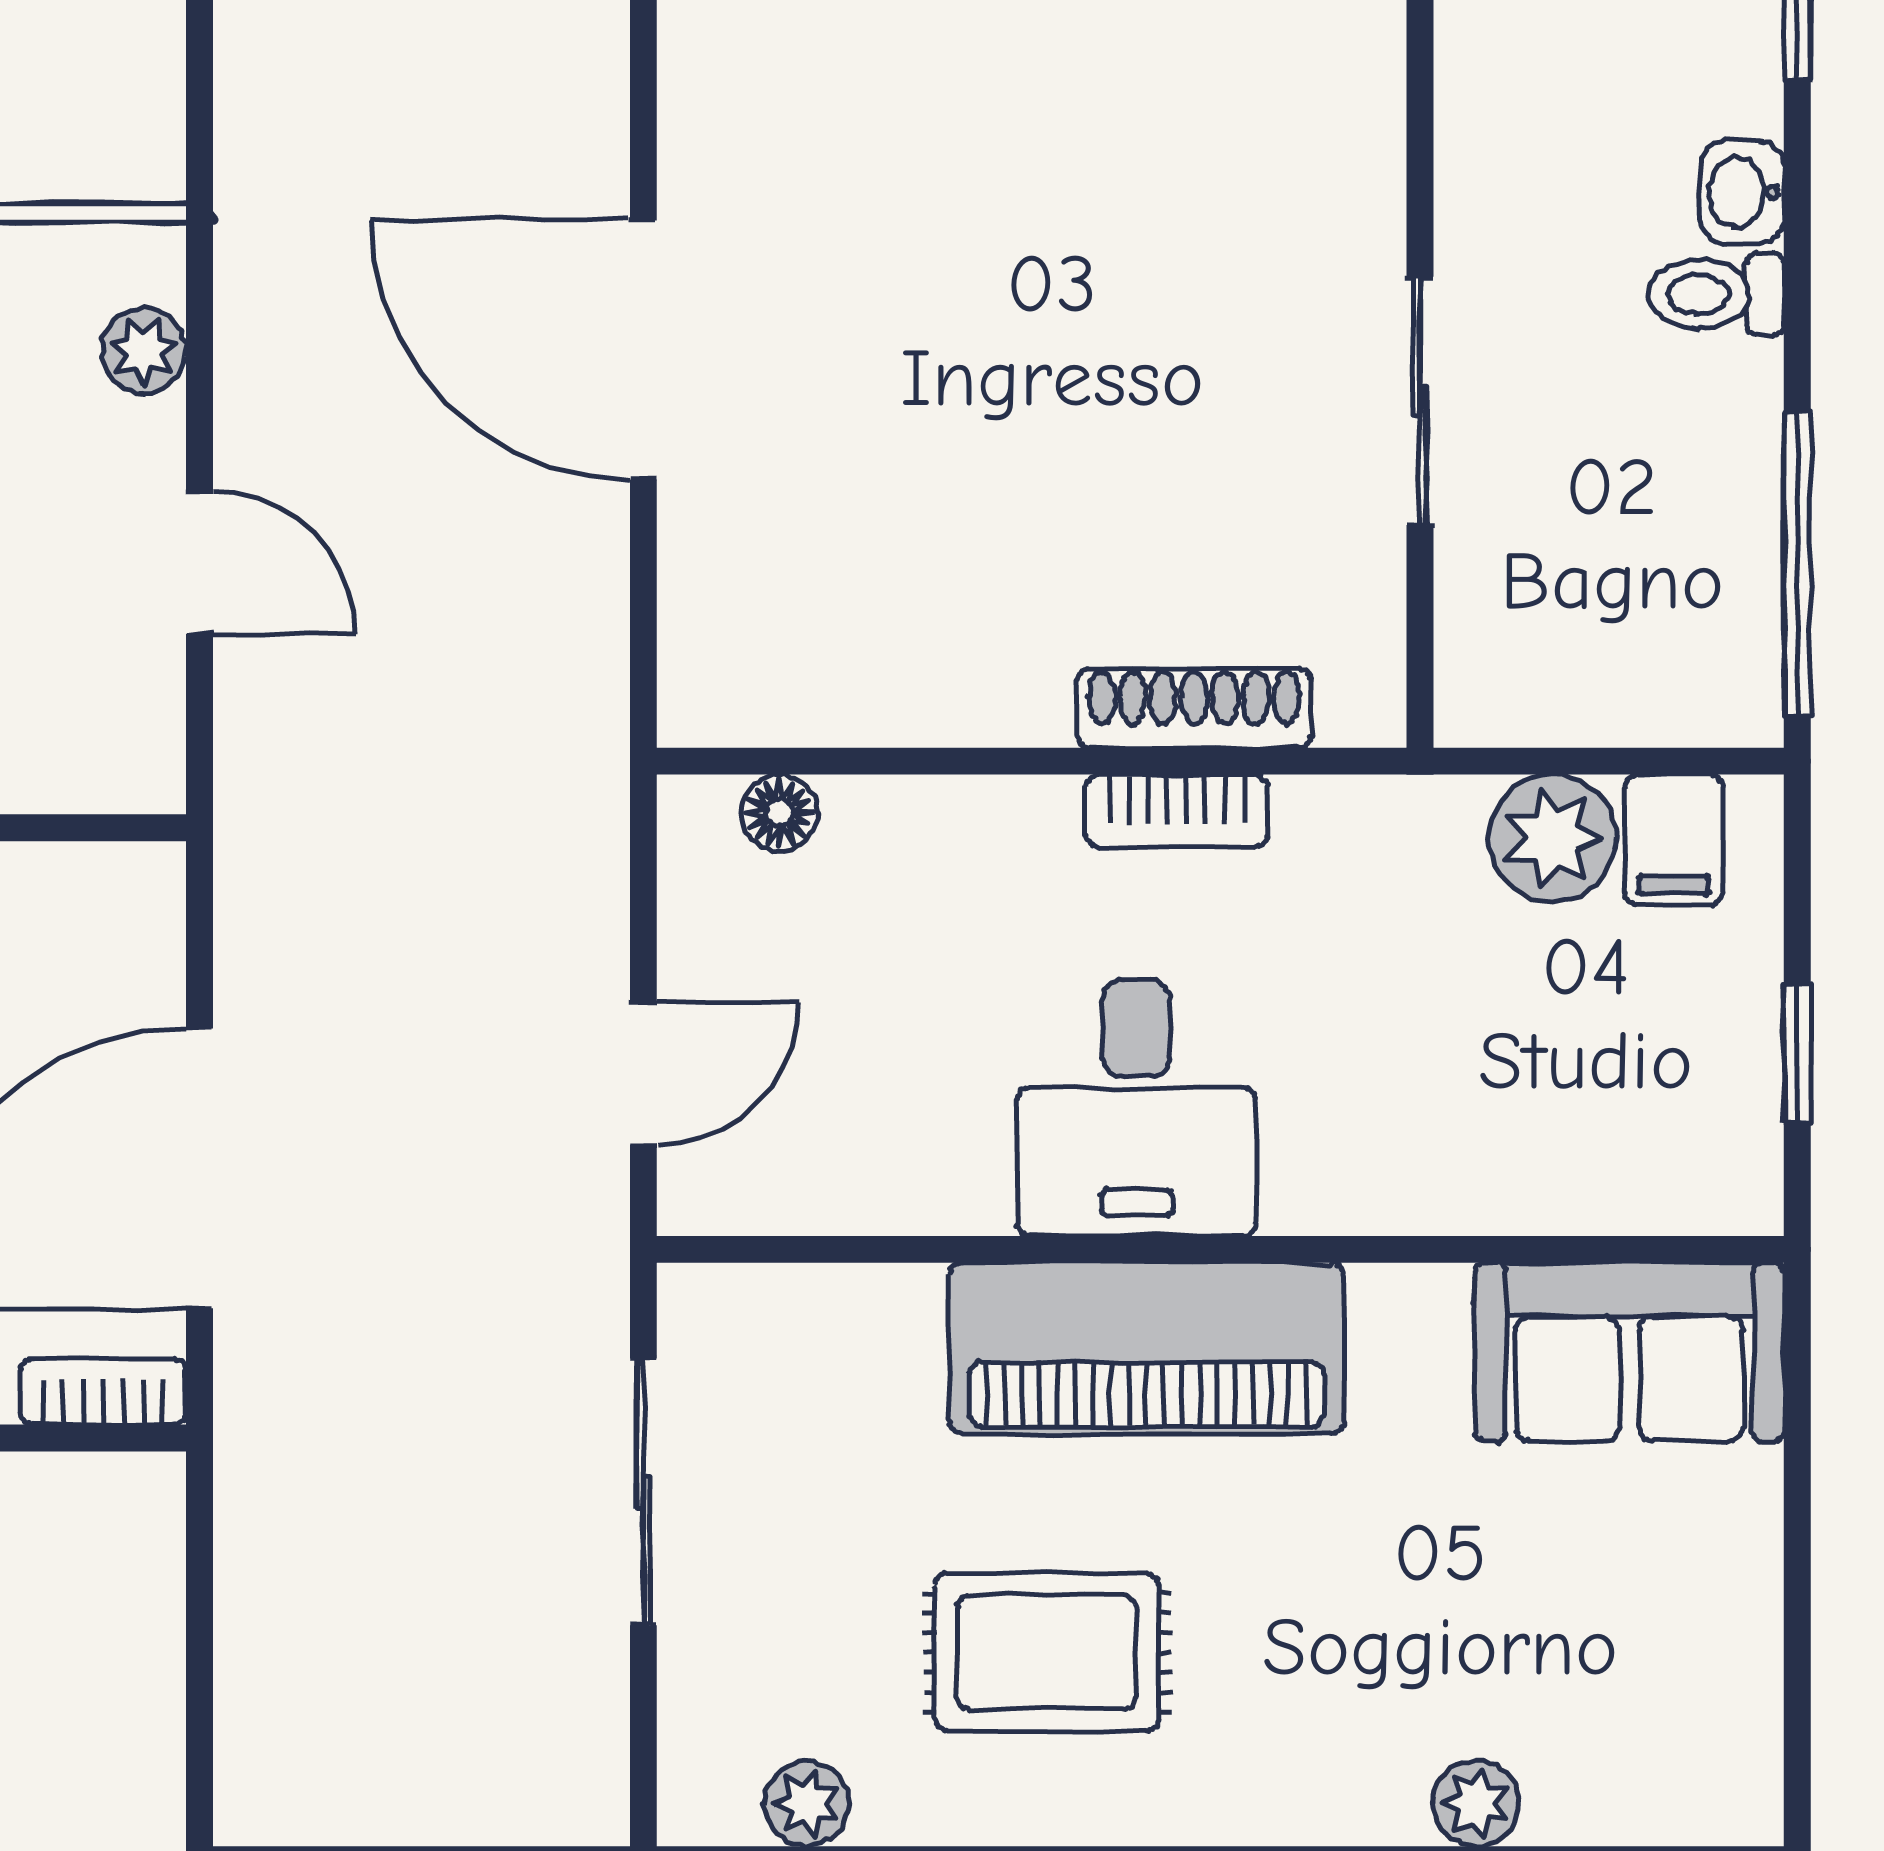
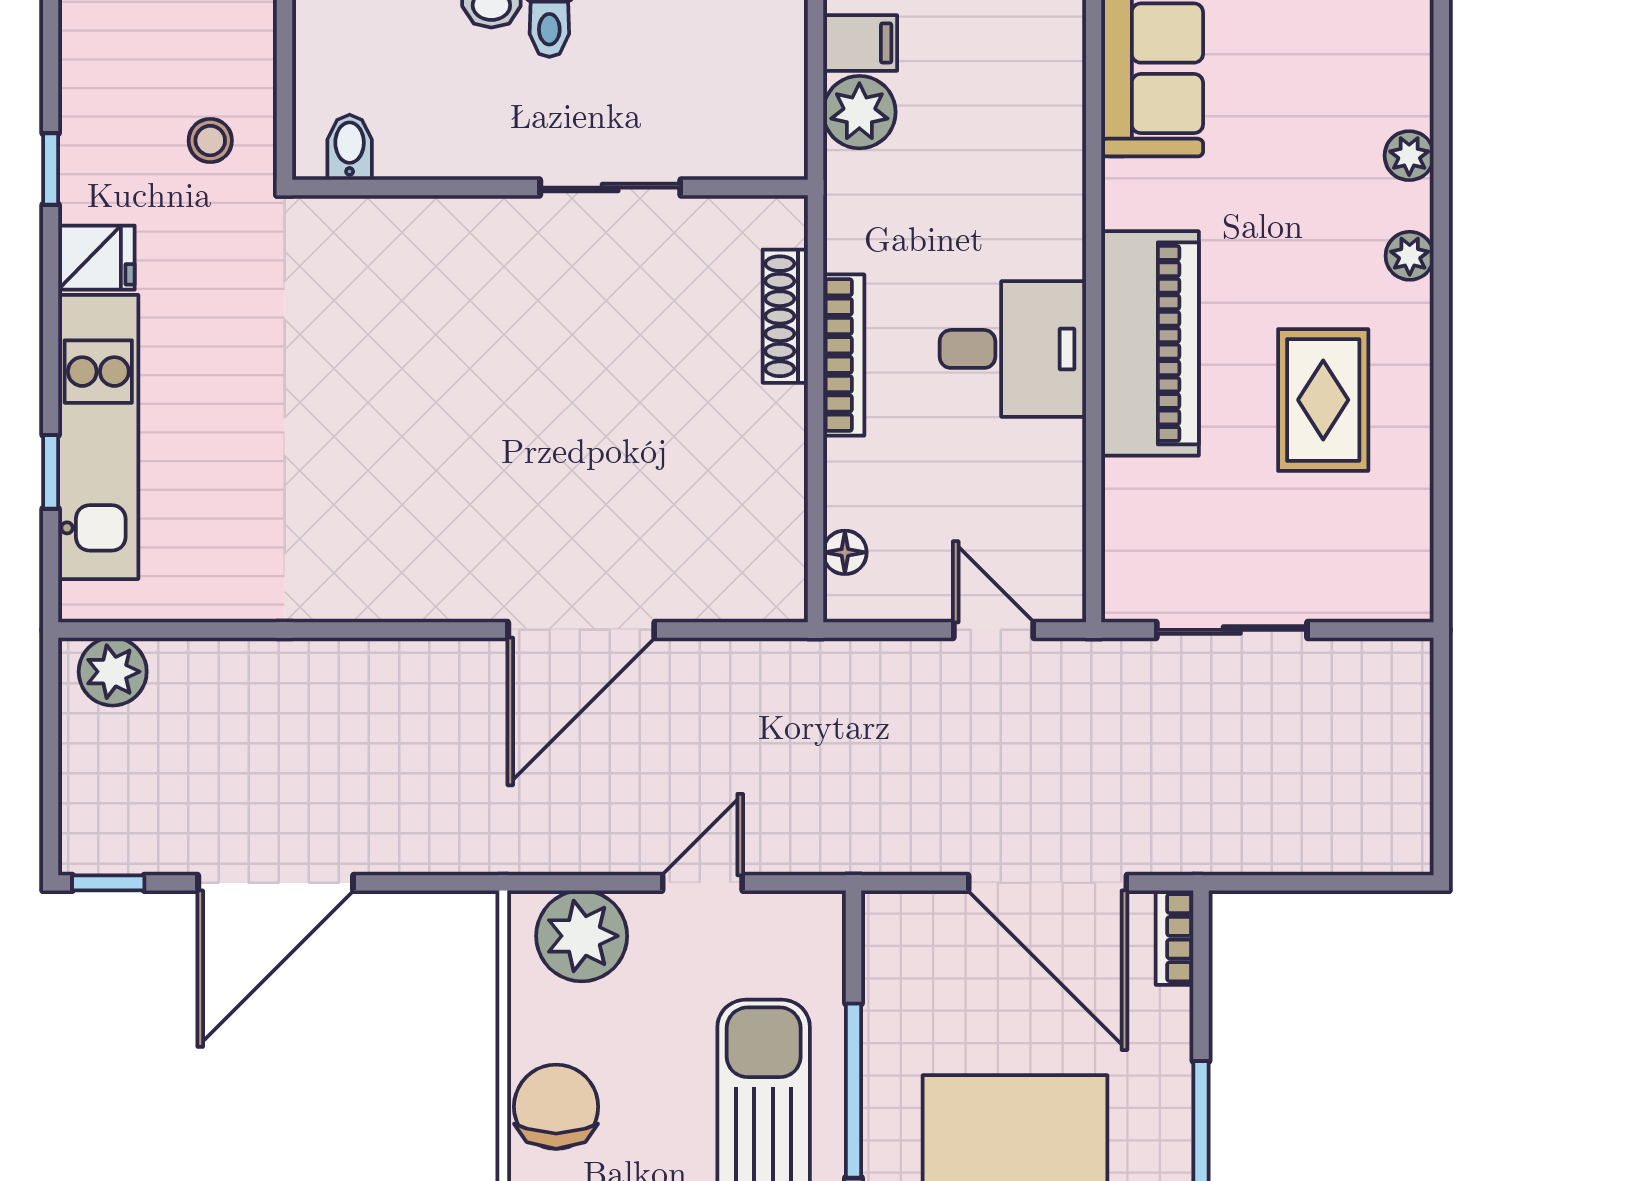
plant: (144, 351) -> (582, 936), width x1.87, depth x1.87
bookcase: (1177, 811) -> (844, 355), width x1.56
plant: (807, 1804) -> (1410, 256), moved

